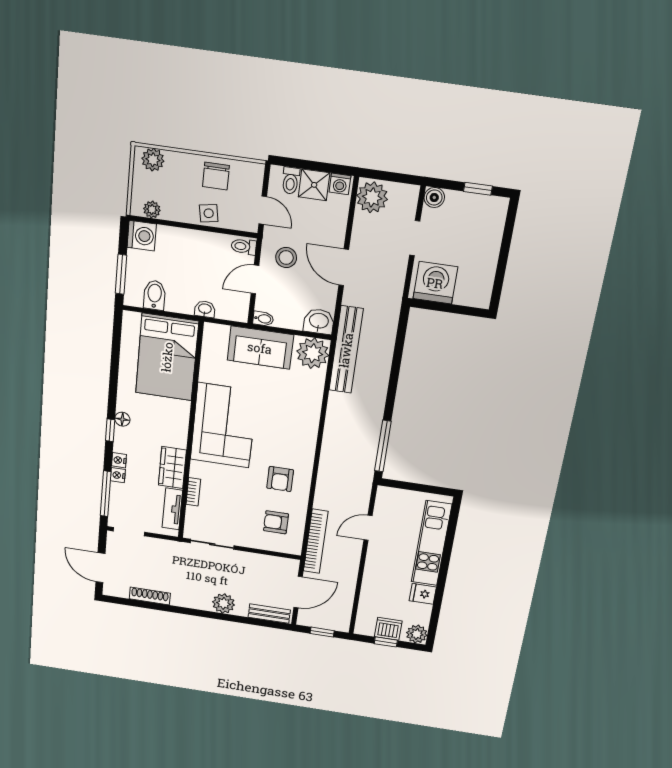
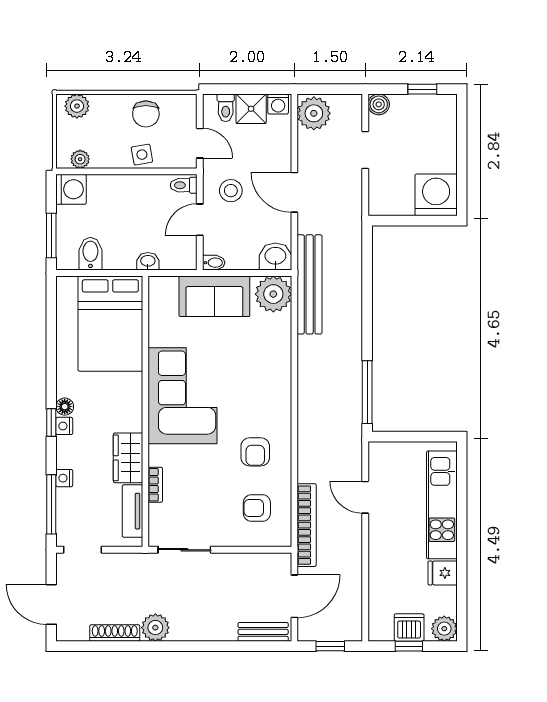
washing machine: (435, 283) -> (436, 195), moved
nightstand: (119, 460) -> (64, 426), moved
door: (368, 528) -> (365, 497), hinge flipped
plant: (224, 603) -> (155, 628), moved

